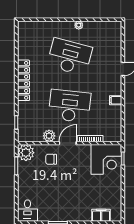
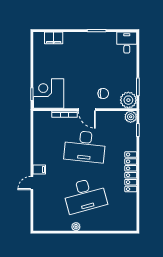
desk: (70, 57) -> (85, 195), turned -30
filing cabinet: (116, 100) -> (39, 170), moved
plant: (49, 136) -> (131, 117), moved
door: (68, 143) -> (87, 110), hinge flipped

